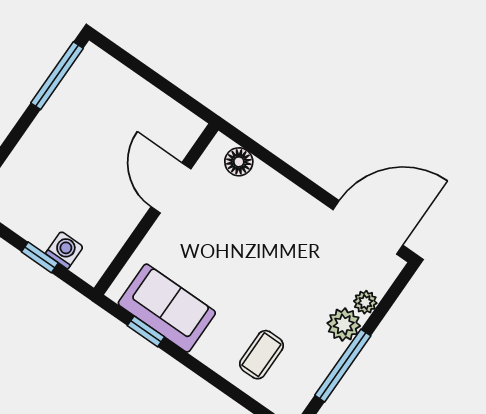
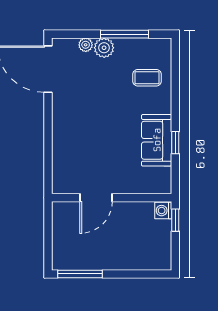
floor lamp: (239, 162) -> (60, 155), removed
door: (171, 188) -> (96, 198), moved
wall: (156, 209) -> (112, 198), moved

